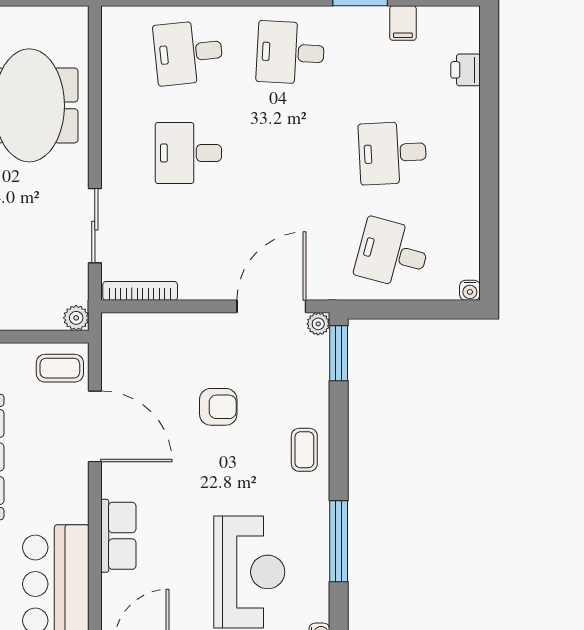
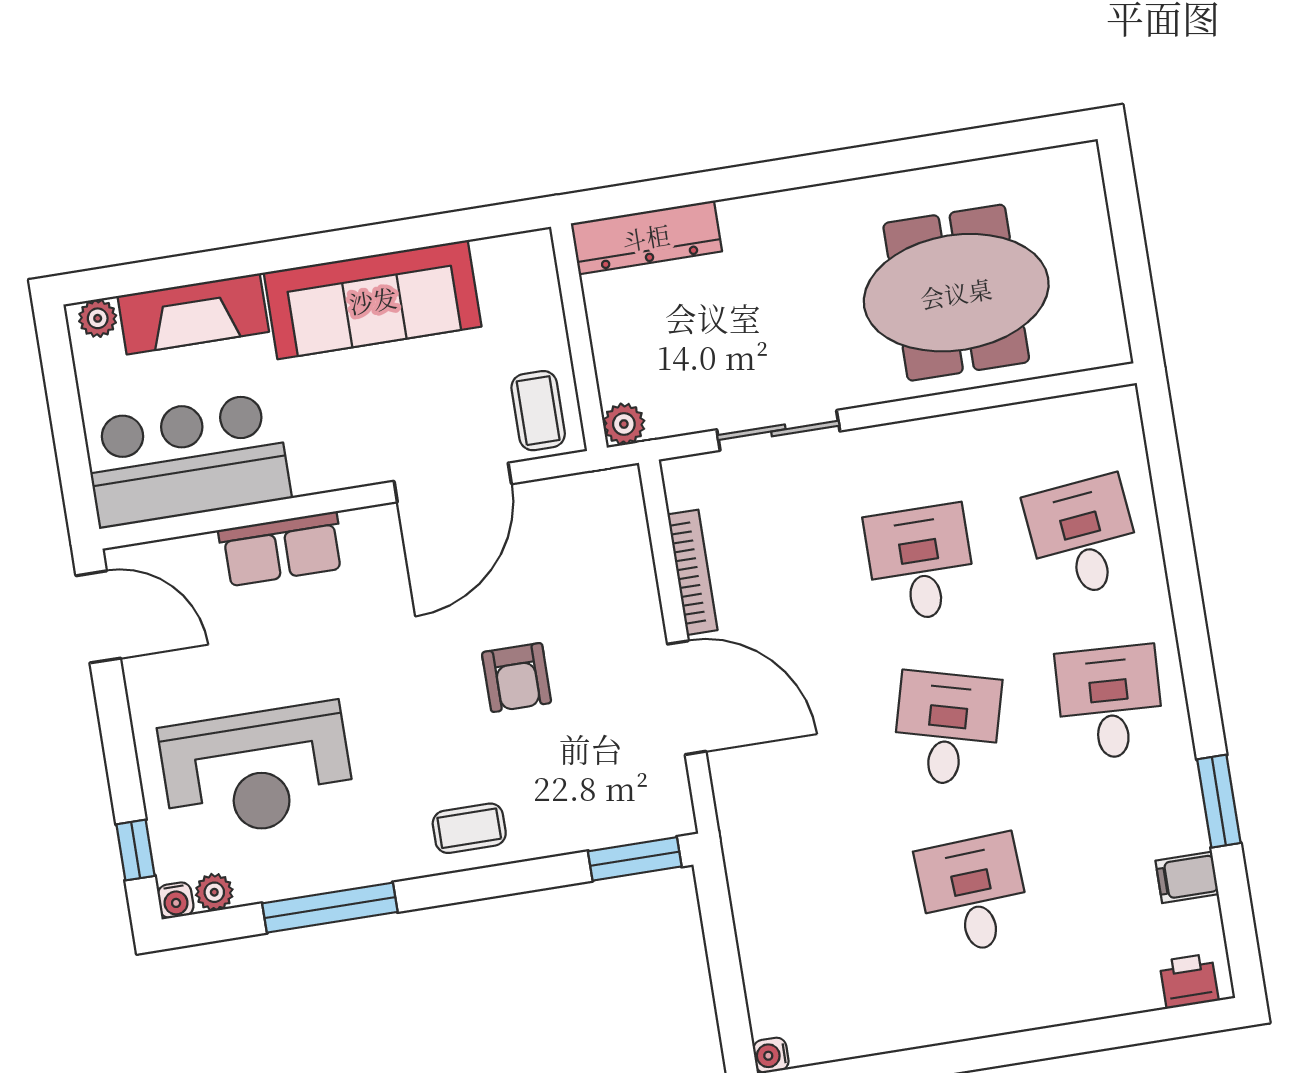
printer: (465, 70) -> (1189, 981), moved
desk: (393, 253) -> (947, 729), moved
bookcase: (140, 291) -> (692, 572), moved
door: (271, 306) -> (687, 698), moved
plant: (318, 324) -> (214, 892), moved

